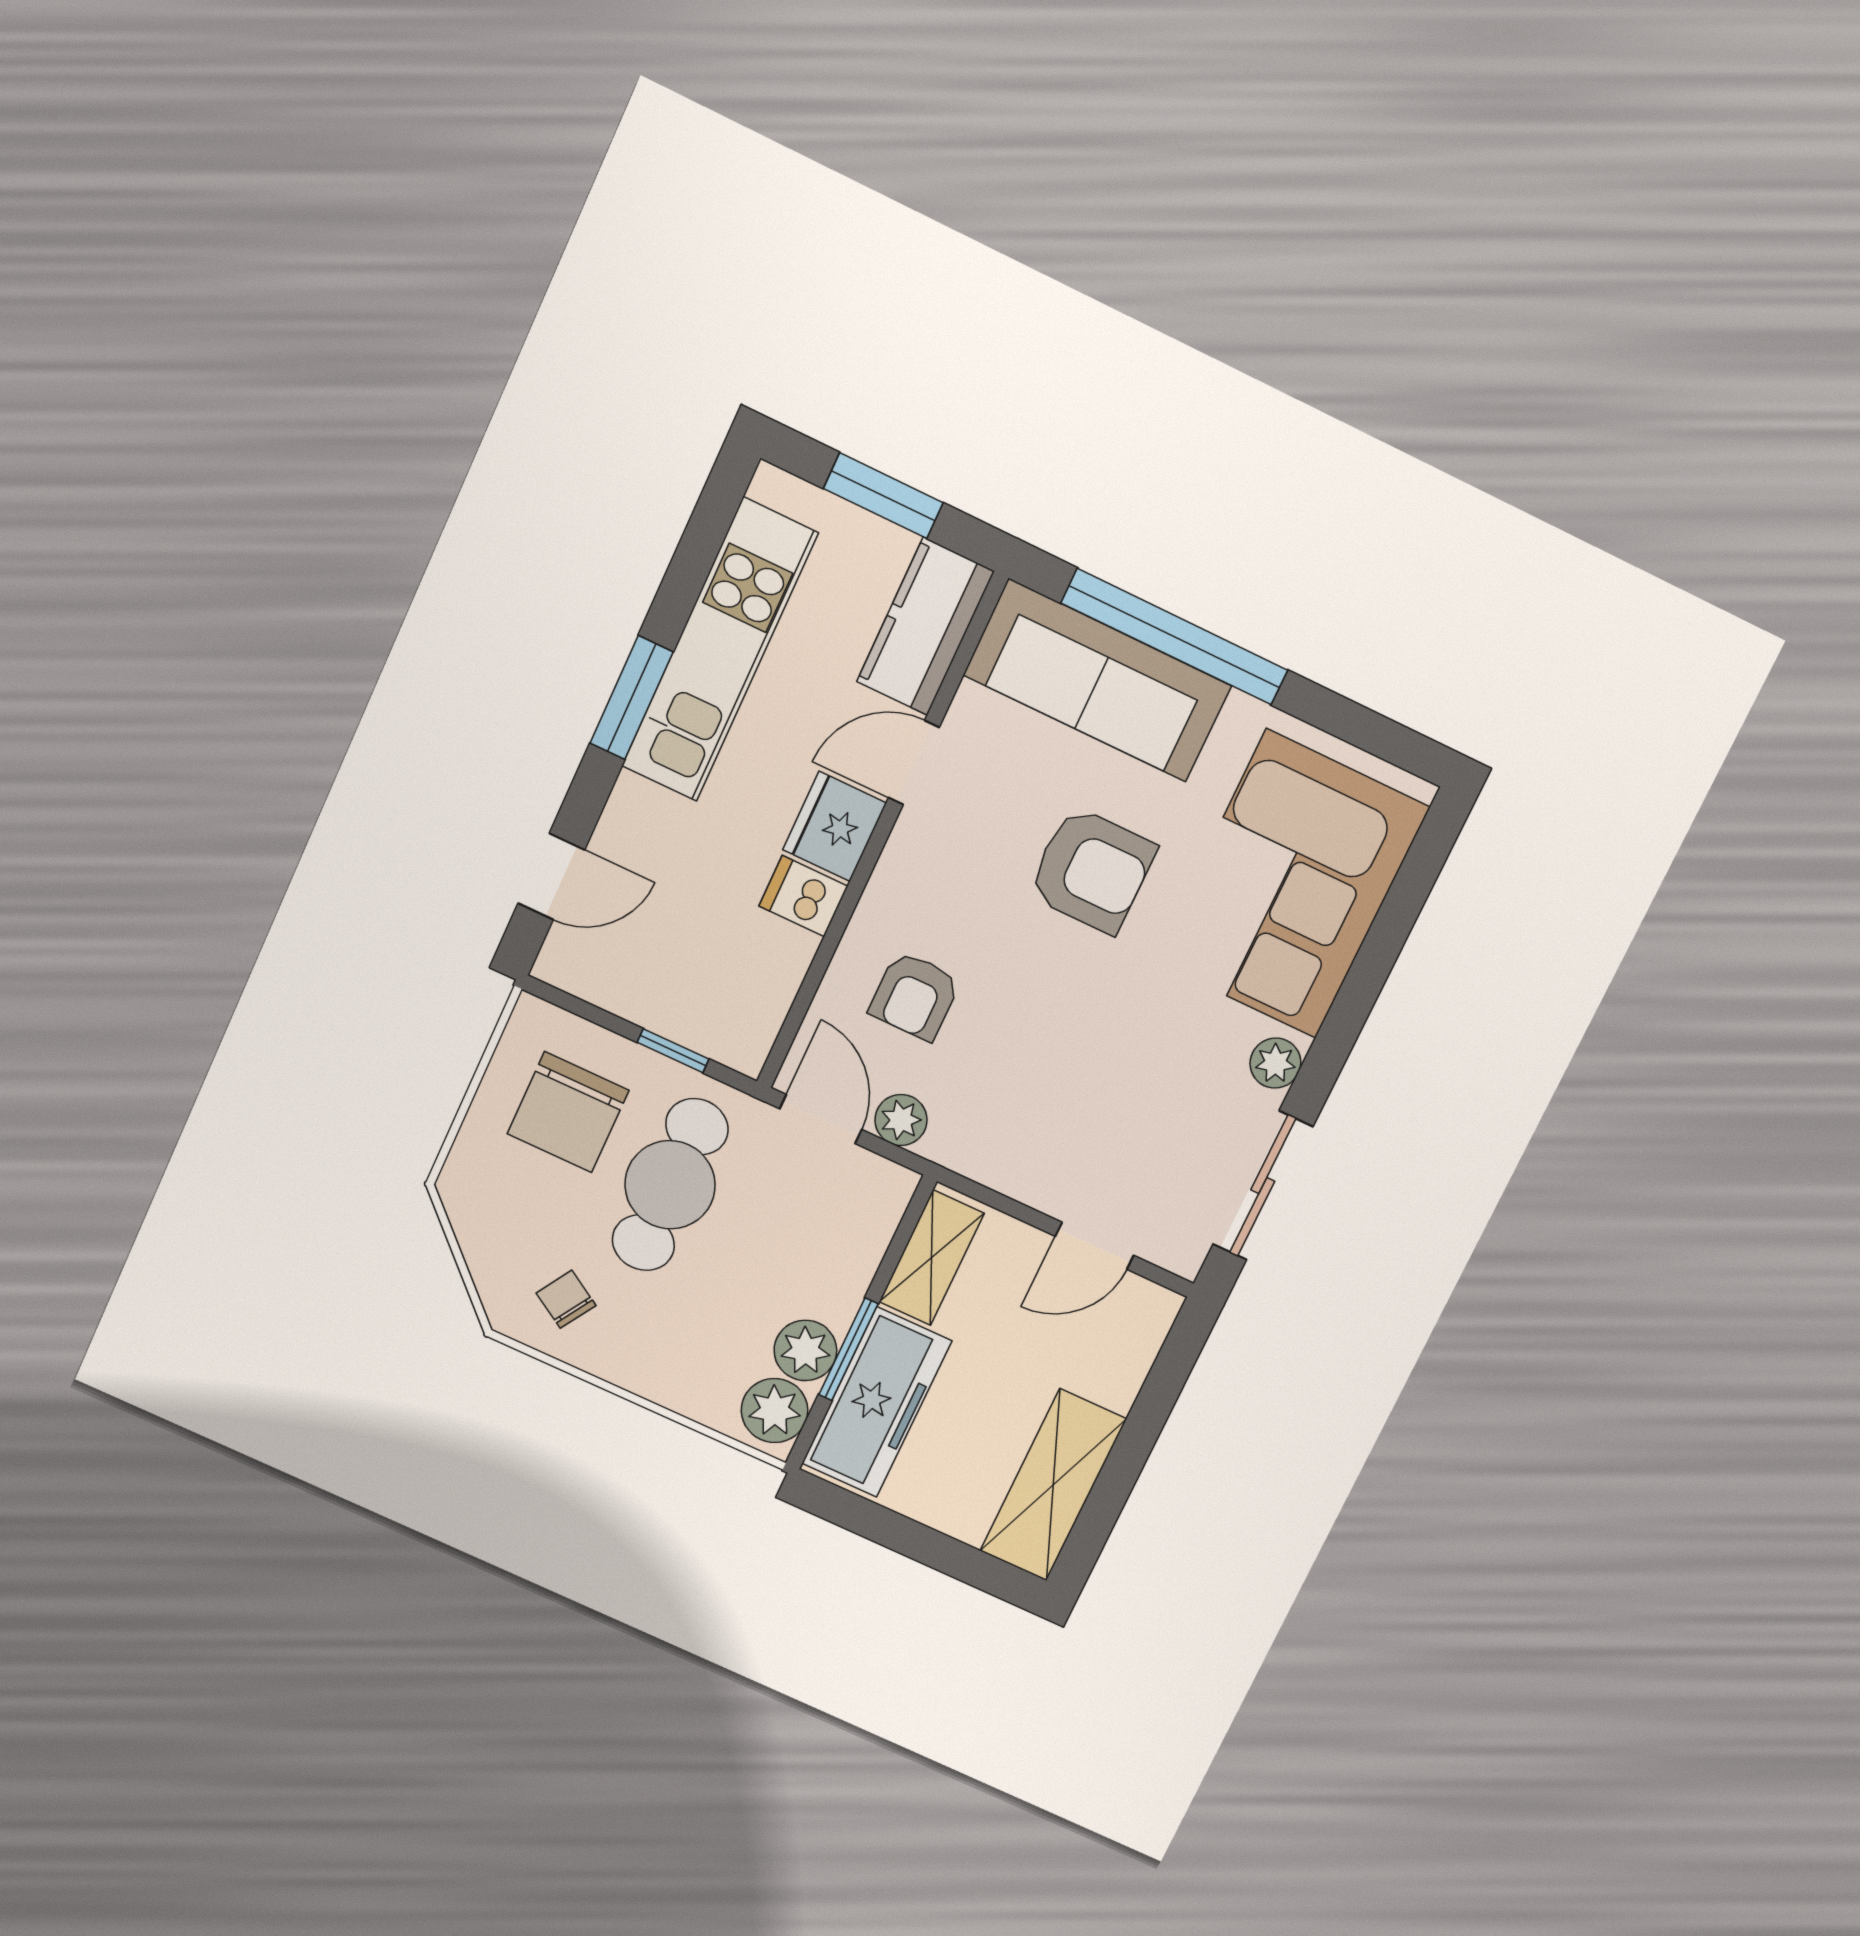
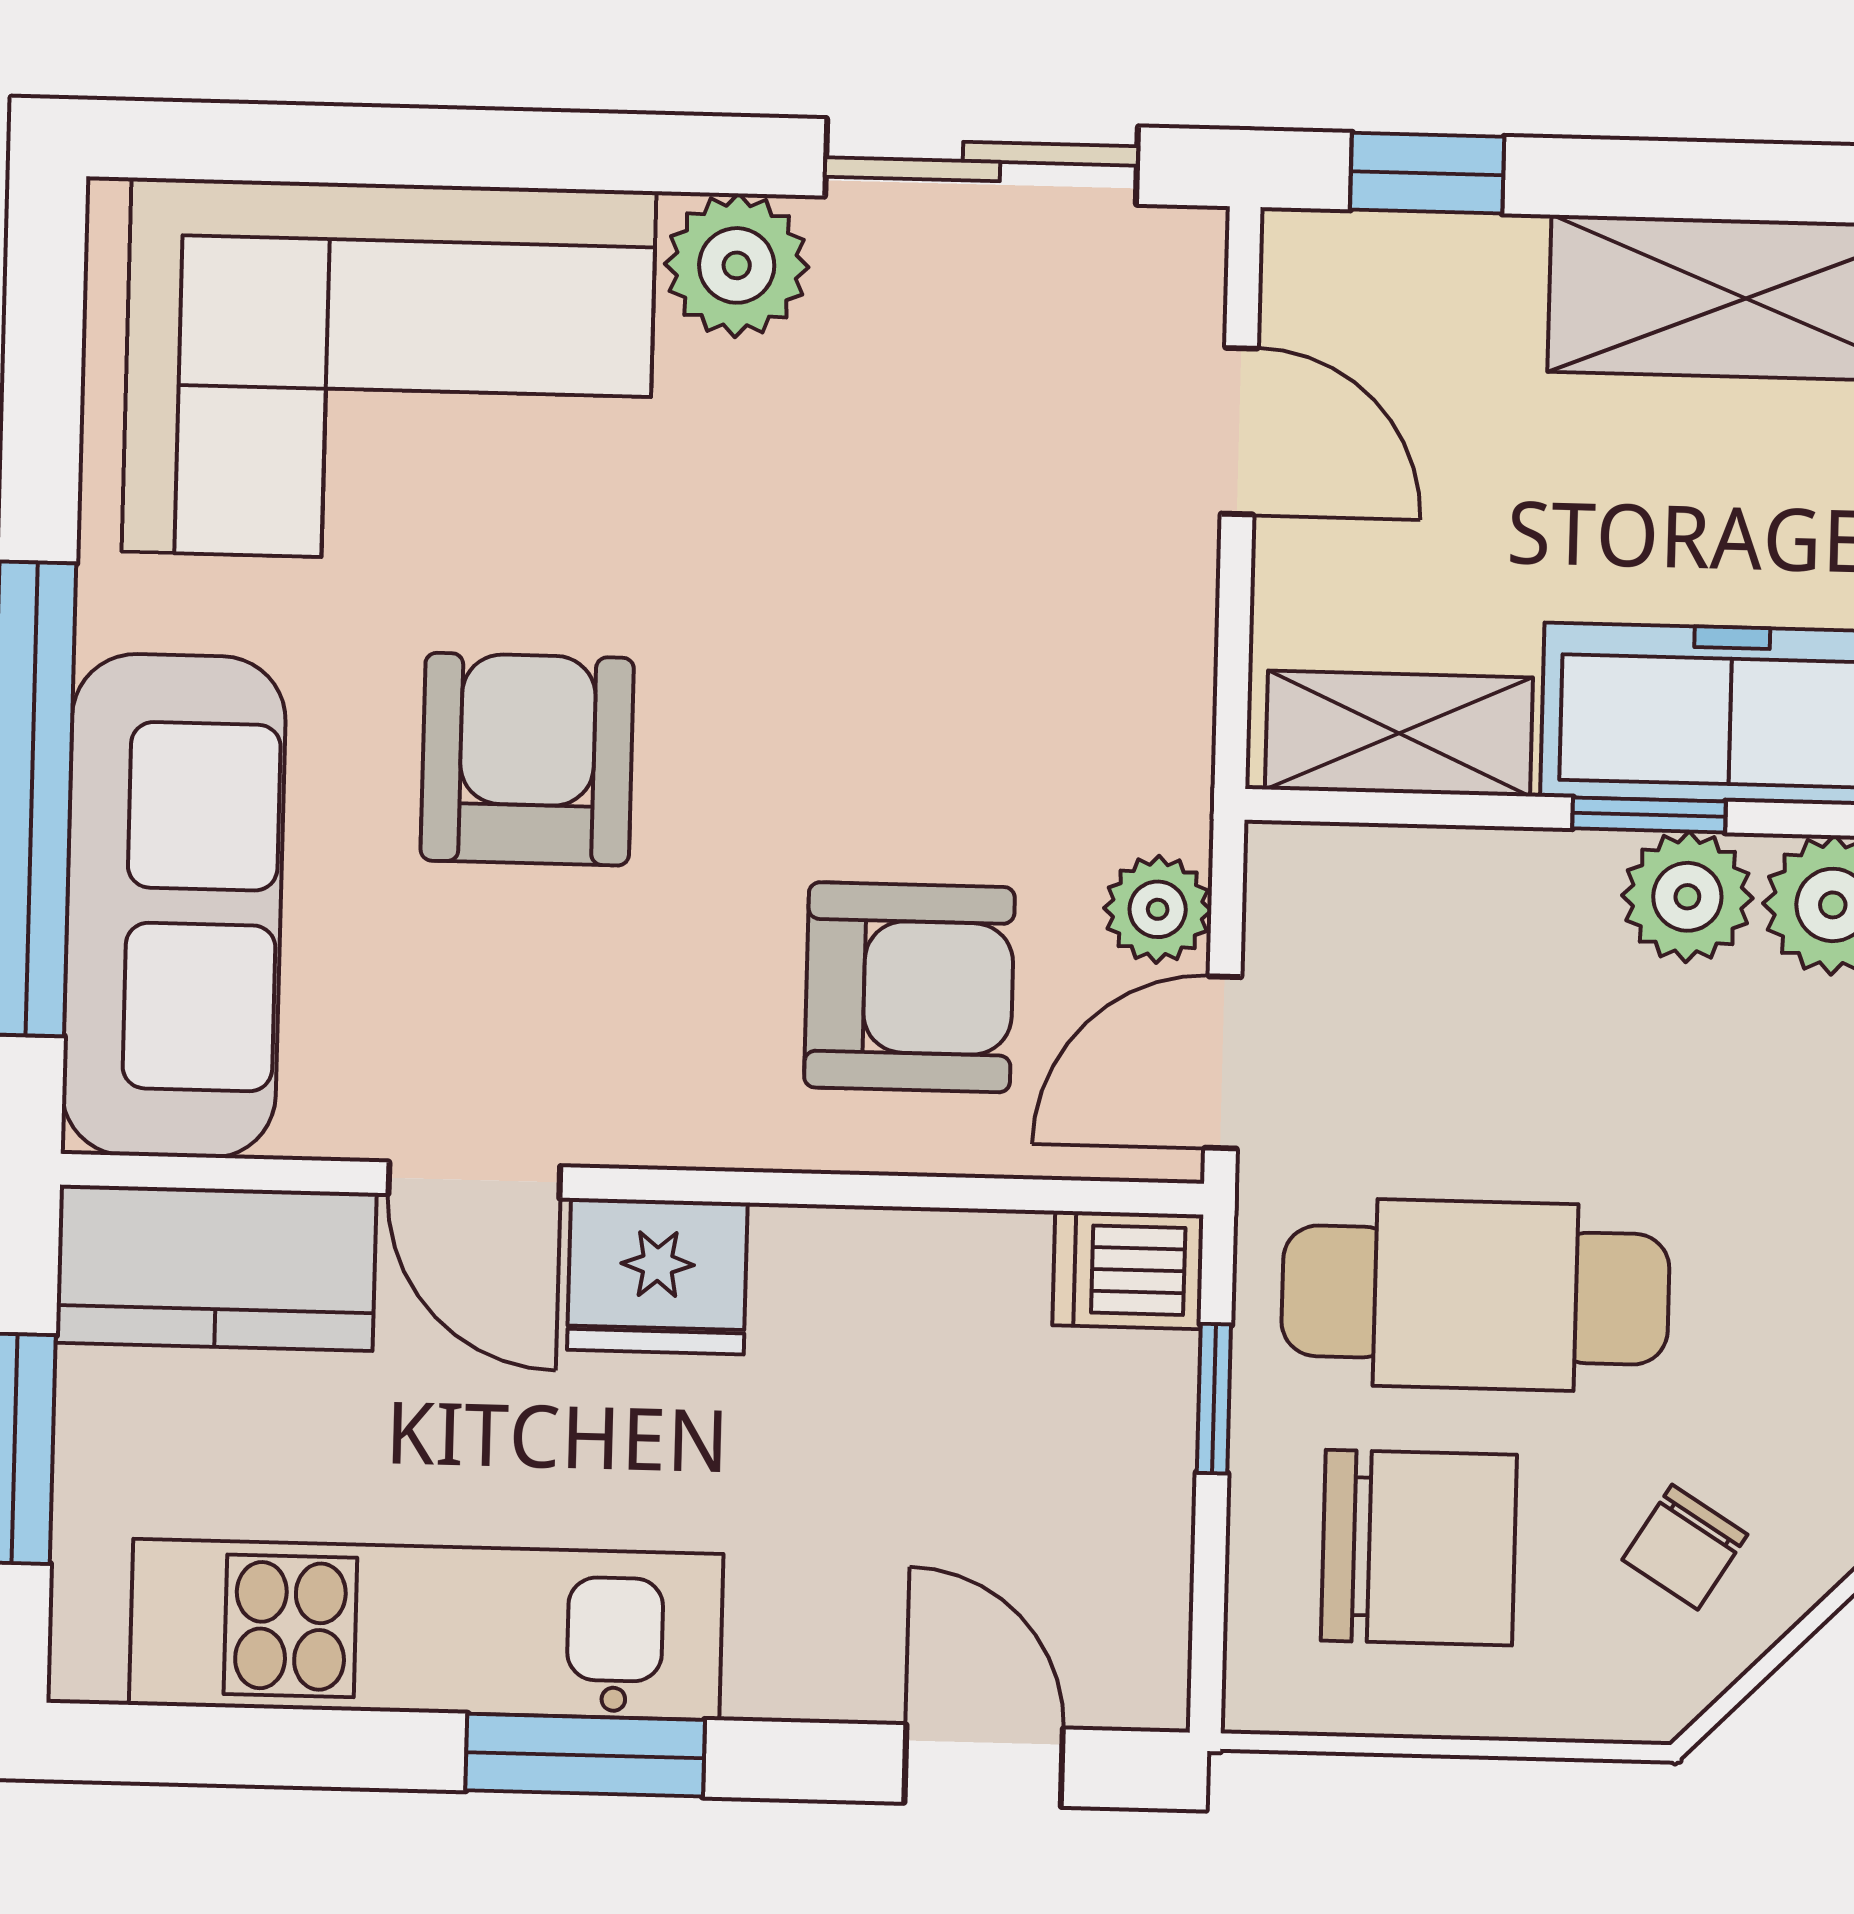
dishwasher: (803, 896) -> (1128, 1270), moved, turned 90
armchair: (915, 996) -> (909, 987), width x1.38, depth x1.38
plant: (1275, 1063) -> (737, 265), width x1.38, depth x1.38
chair: (566, 1299) -> (1685, 1547), moved
window: (848, 1349) -> (1649, 815), width x0.67
window: (1169, 1374) -> (1427, 173), added

